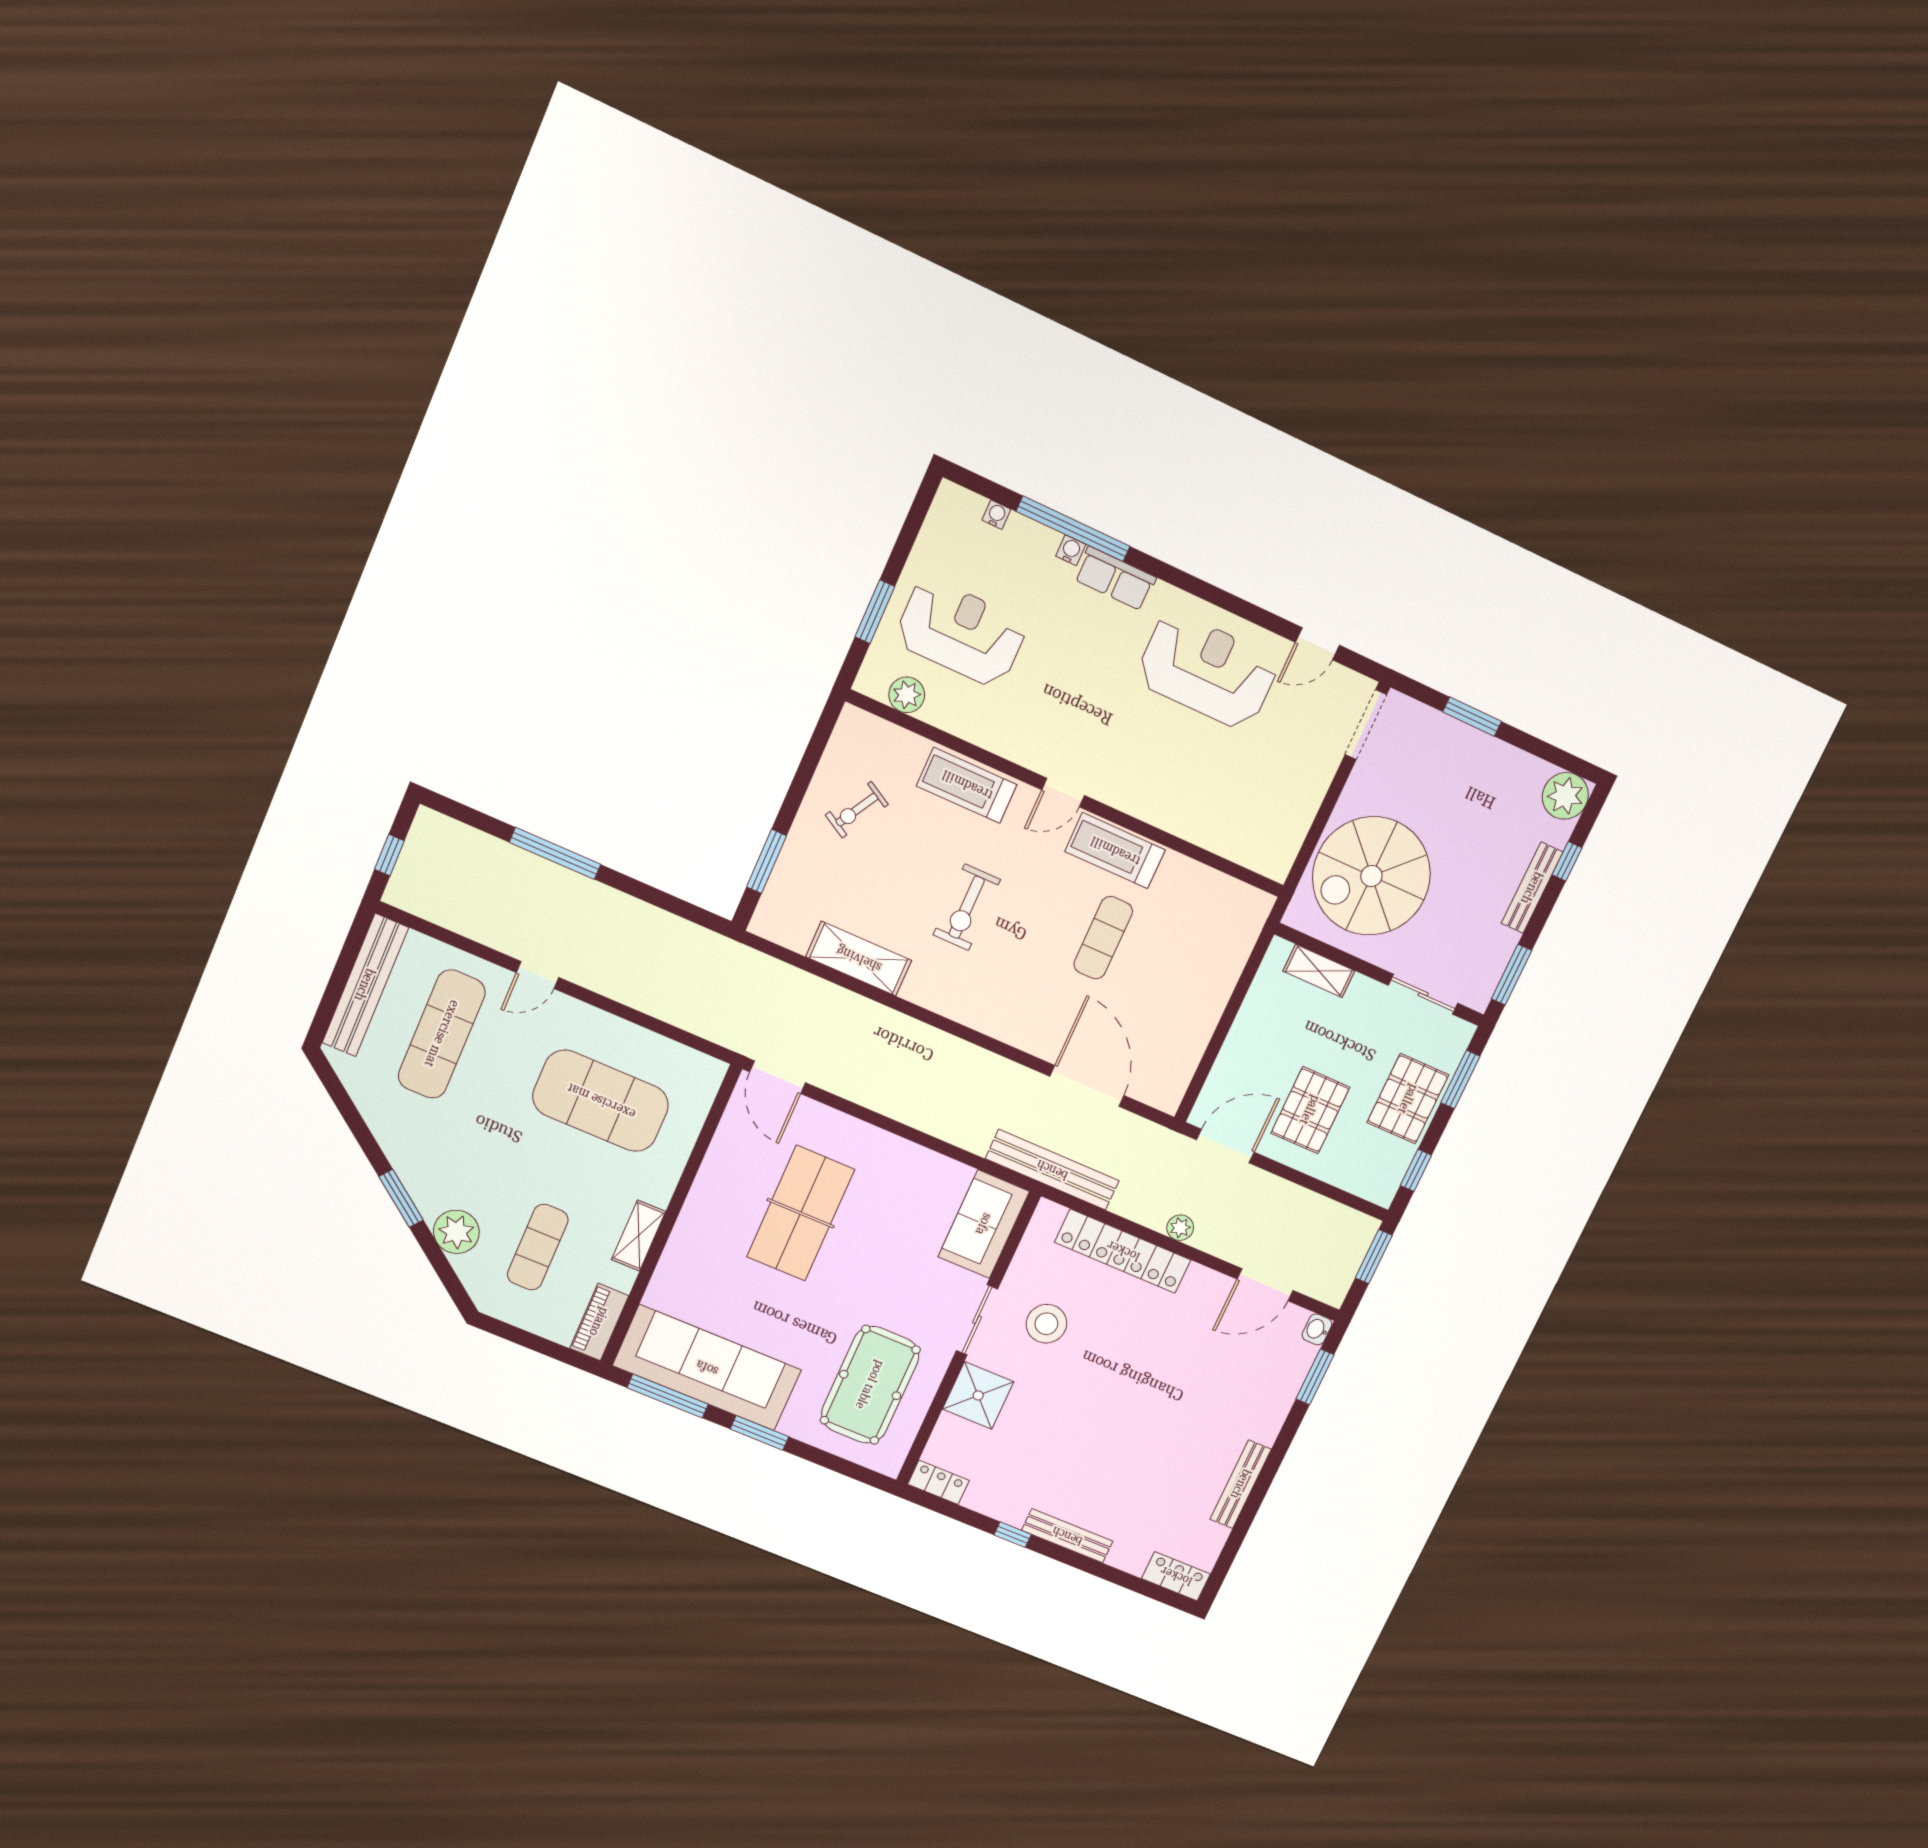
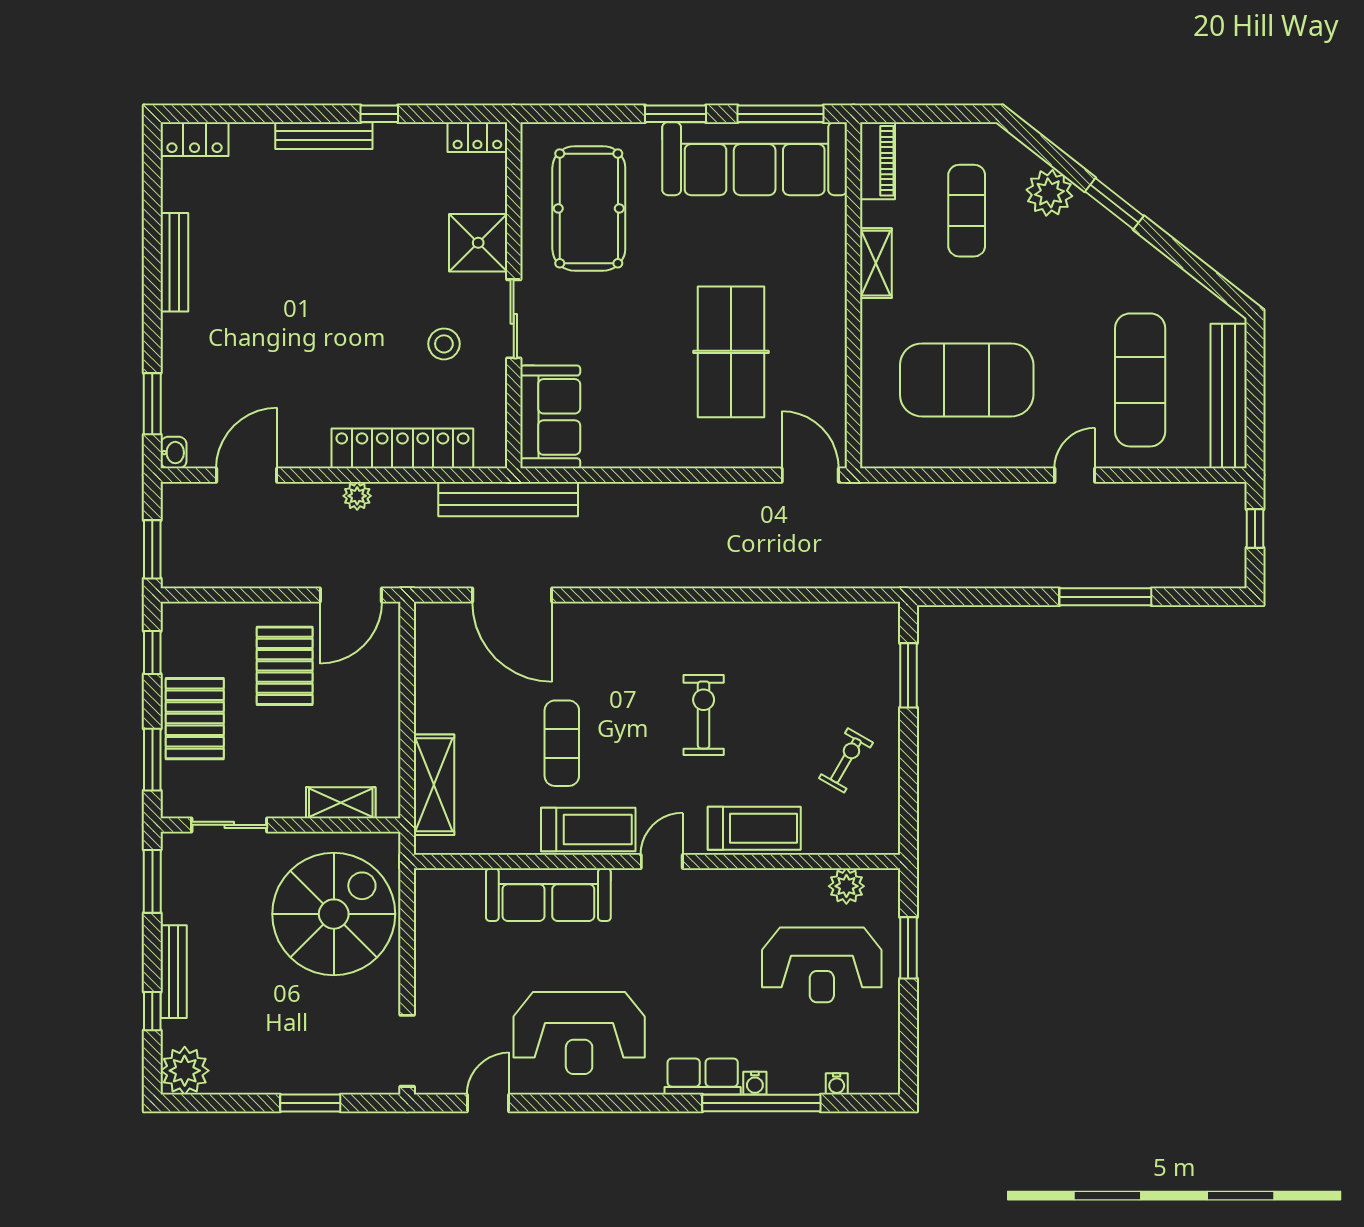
sofa: (1177, 808) -> (548, 895), added
shelving: (859, 959) -> (434, 785), moved, turned 90
stool: (1046, 1324) -> (444, 344), width x0.73, depth x0.73

